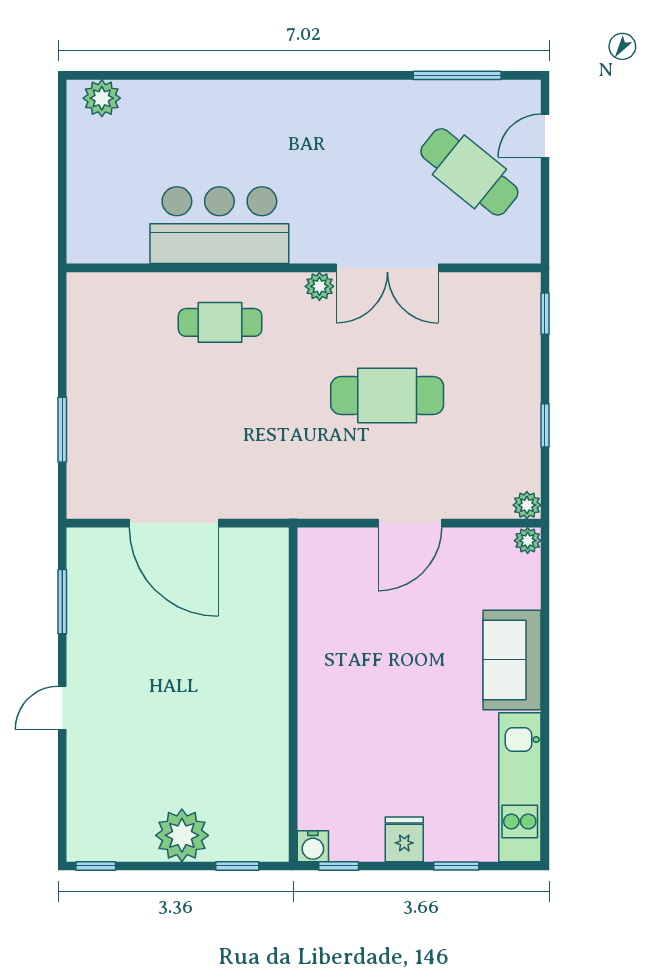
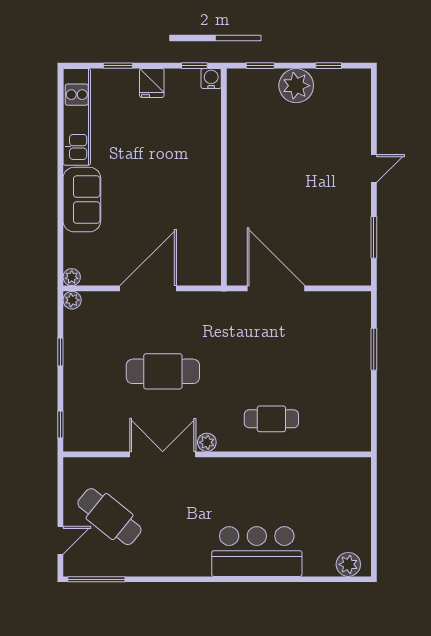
window: (457, 75) -> (96, 579), moved
bar counter: (219, 225) -> (257, 552), moved, turned 180
door: (174, 523) -> (276, 288), moved
door: (410, 523) -> (148, 288), width x1.36
window: (96, 866) -> (329, 66), moved

